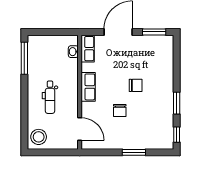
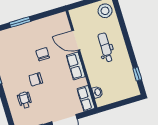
window: (24, 58) -> (137, 74), width x0.46
wheelchair: (154, 67) -> (25, 100), added
door: (80, 129) -> (76, 40), moved

